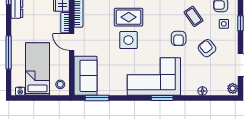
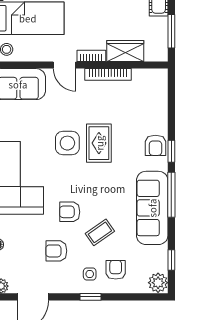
door: (72, 42) -> (65, 65), swing flipped
armchair: (207, 48) -> (56, 251), turned -141

